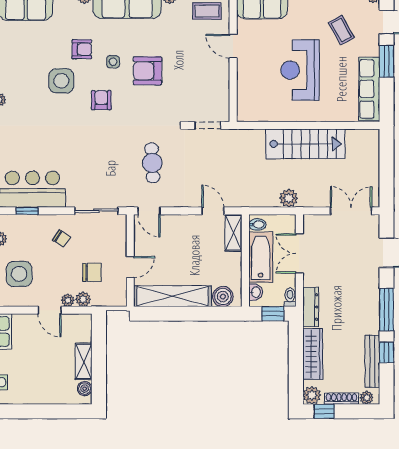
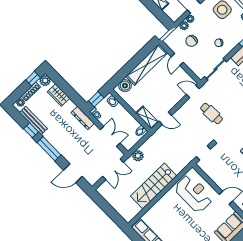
reception desk: (300, 70) -> (194, 193), moved
double door: (351, 211) -> (113, 169), moved
bathtub: (261, 257) -> (125, 119), removed
wardrobe: (313, 354) -> (59, 95), width x0.67

